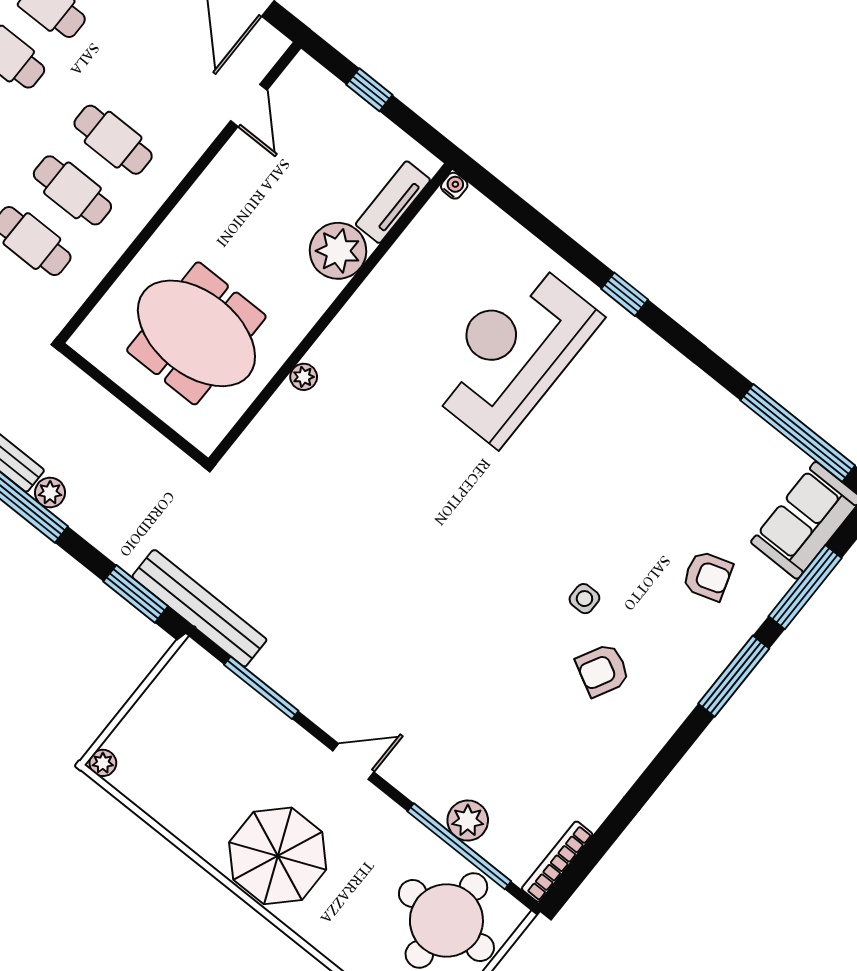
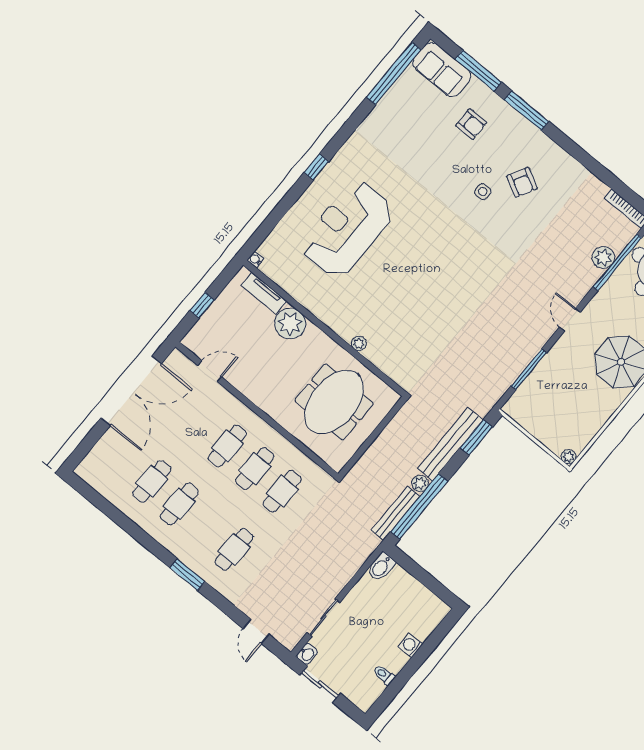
reception desk: (512, 352) -> (347, 229), turned 90
armchair: (708, 576) -> (471, 124), turned 108
bench: (199, 608) -> (450, 444), moved

